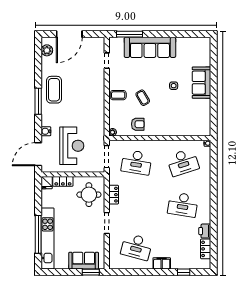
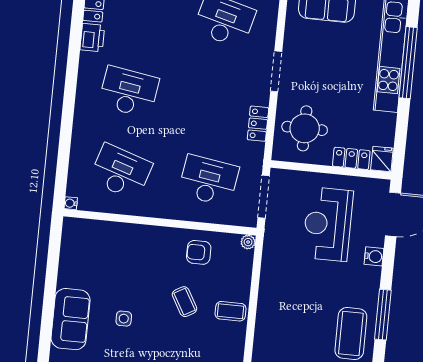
desk: (183, 162) -> (121, 172), turned 36

